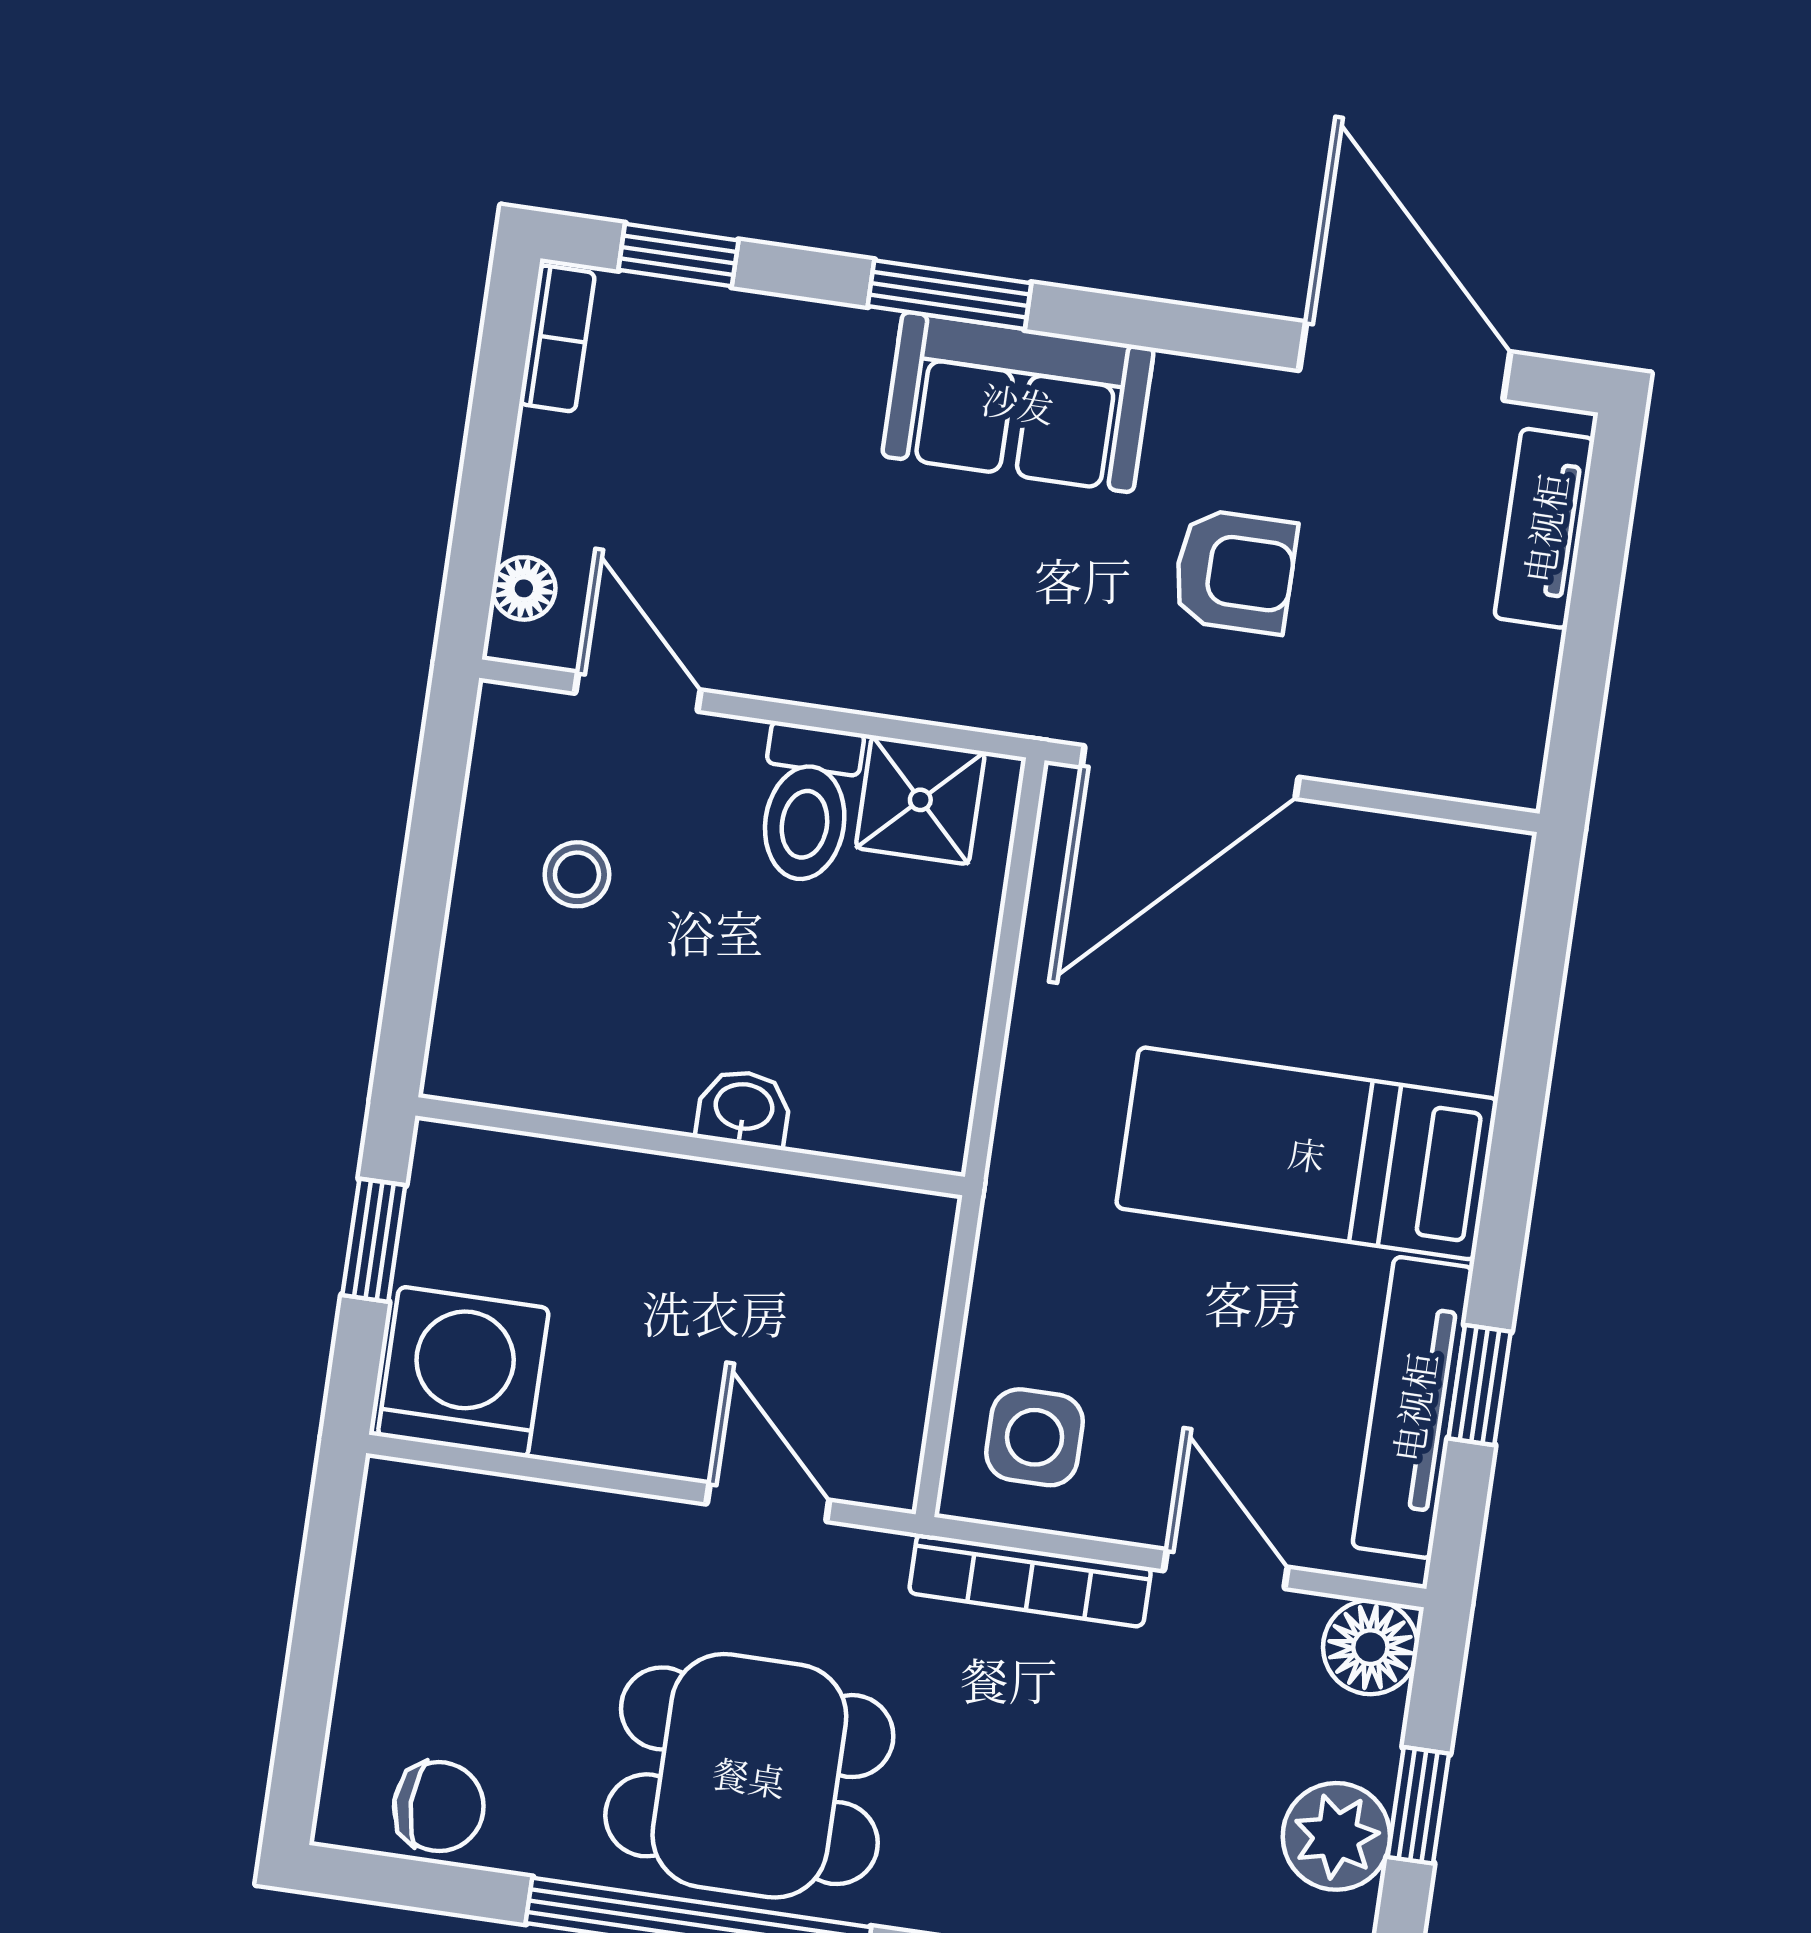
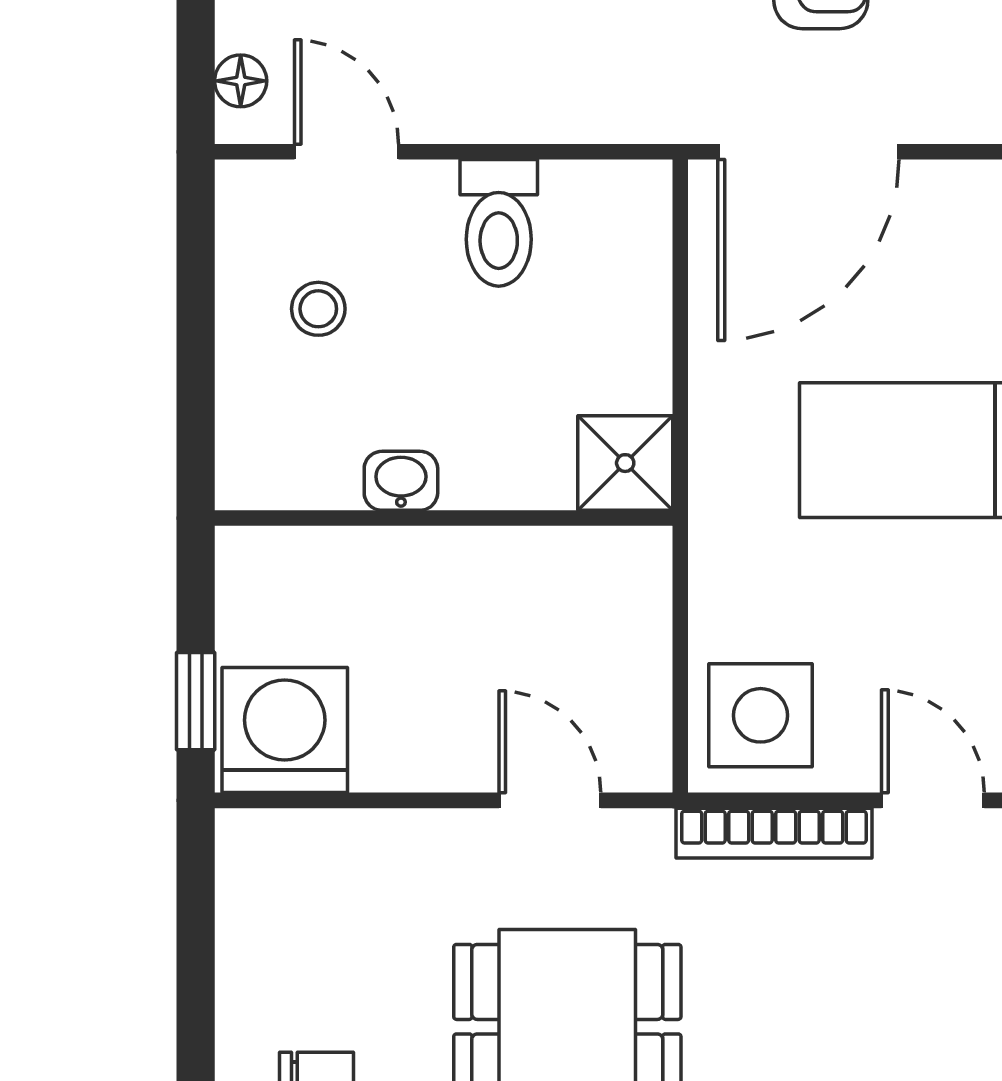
shower: (920, 800) -> (625, 463), moved
washbasin: (744, 1109) -> (401, 481), moved
window: (374, 1240) -> (196, 701), moved
side table: (1035, 1437) -> (761, 715), width x1.37, depth x1.37

